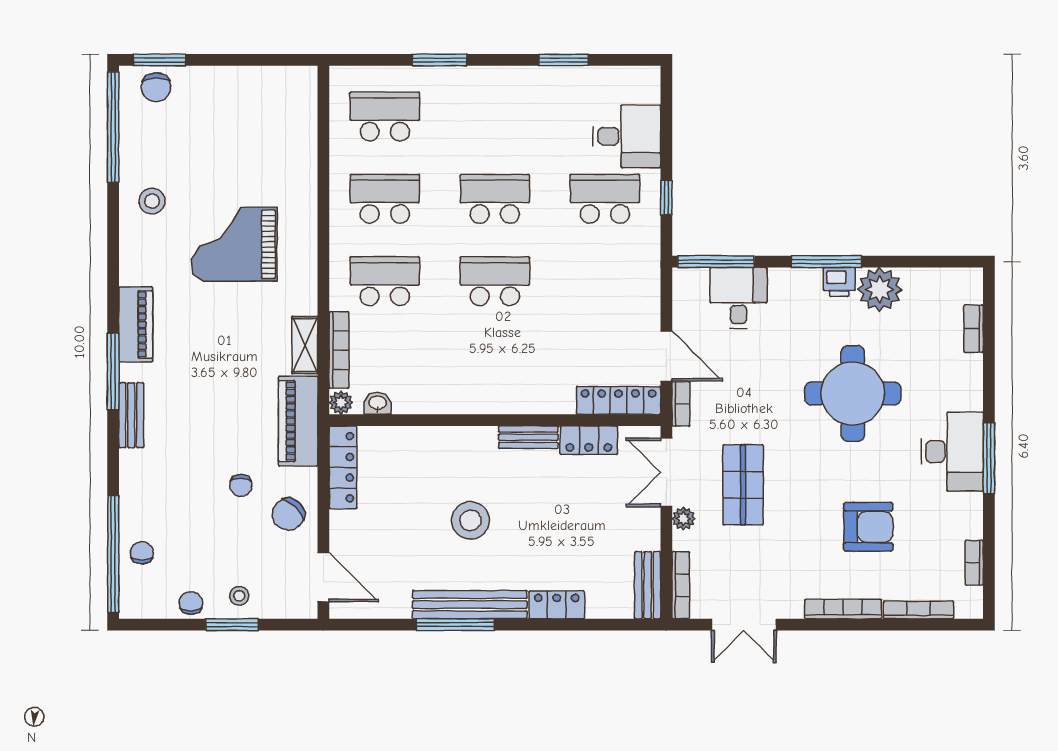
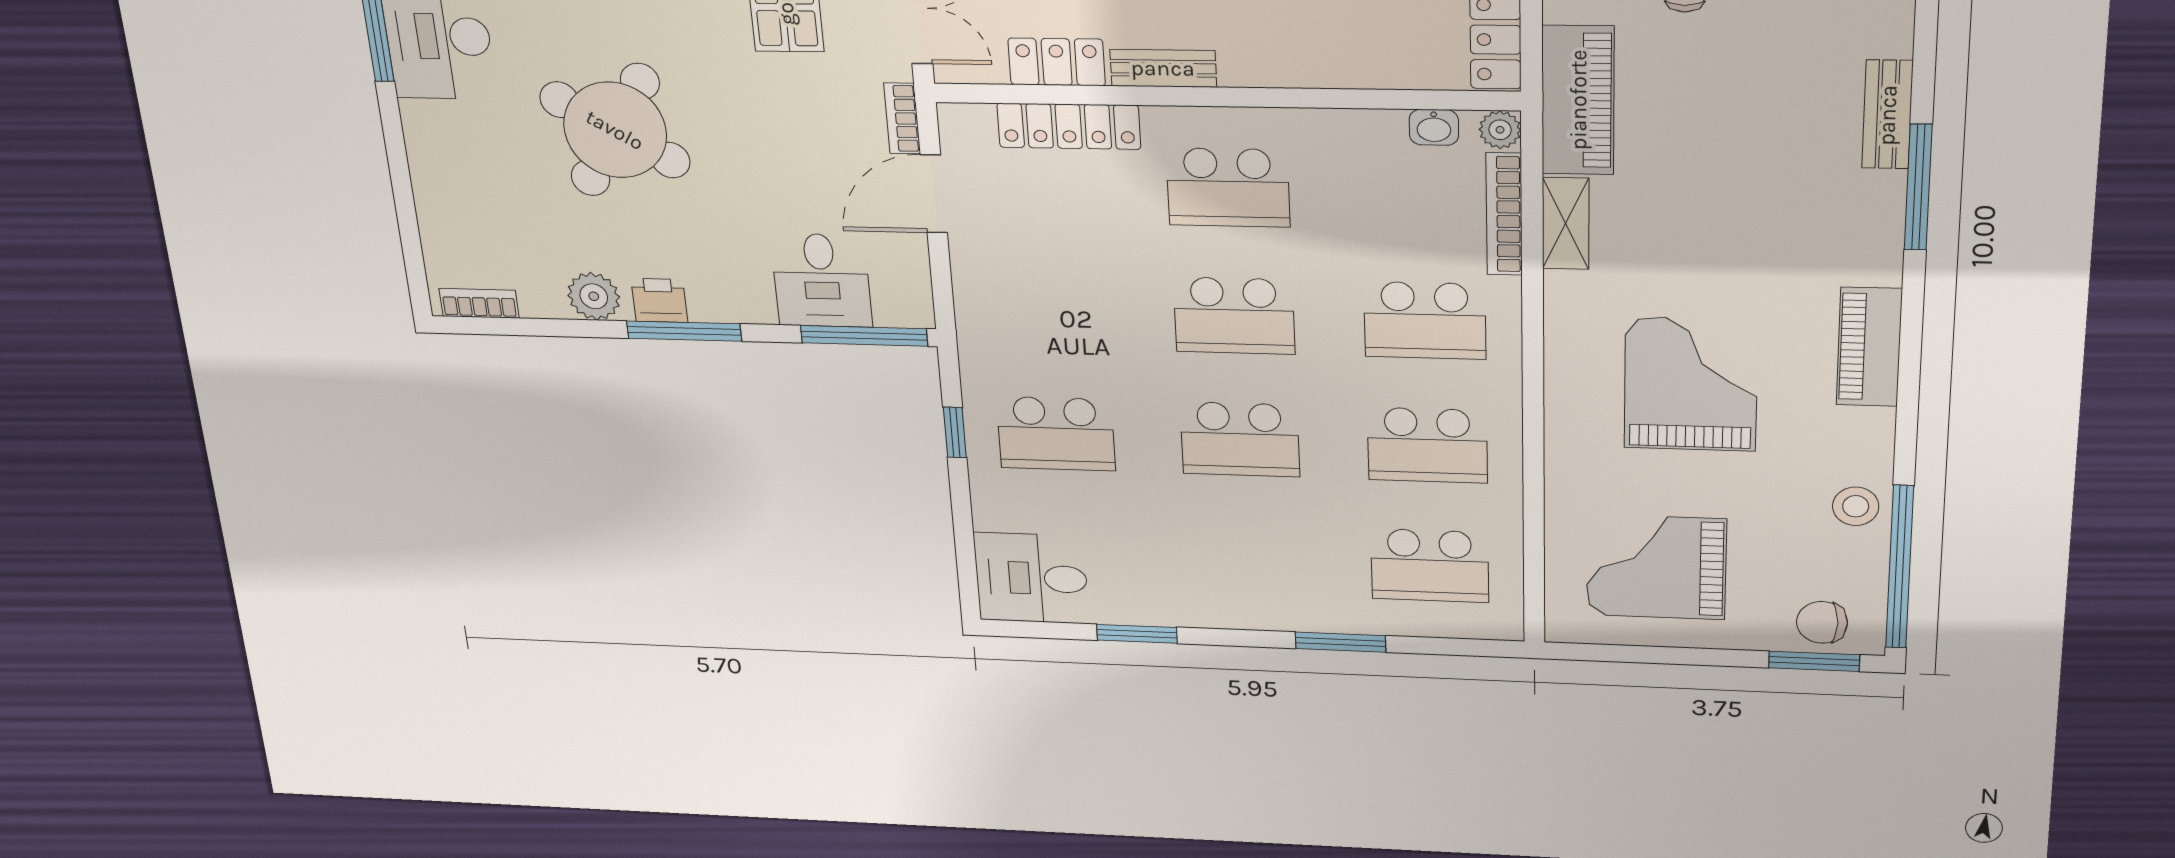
chair: (156, 87) -> (1822, 622), turned -90
grand piano: (252, 121) -> (1656, 567), added
desk: (627, 136) -> (1031, 578), moved
stool: (152, 201) -> (1856, 506), moved
grand piano: (234, 244) -> (1691, 384), turned -90
plant: (880, 289) -> (594, 296), width x0.73, depth x0.73
piano: (136, 324) -> (1869, 347), moved
bookcase: (974, 329) -> (479, 303), moved, turned -90
door: (666, 356) -> (934, 194), hinge flipped
school desk: (495, 364) -> (1228, 188), added
round table: (853, 393) -> (615, 130), turned 31
locker: (619, 400) -> (1069, 126), moved

